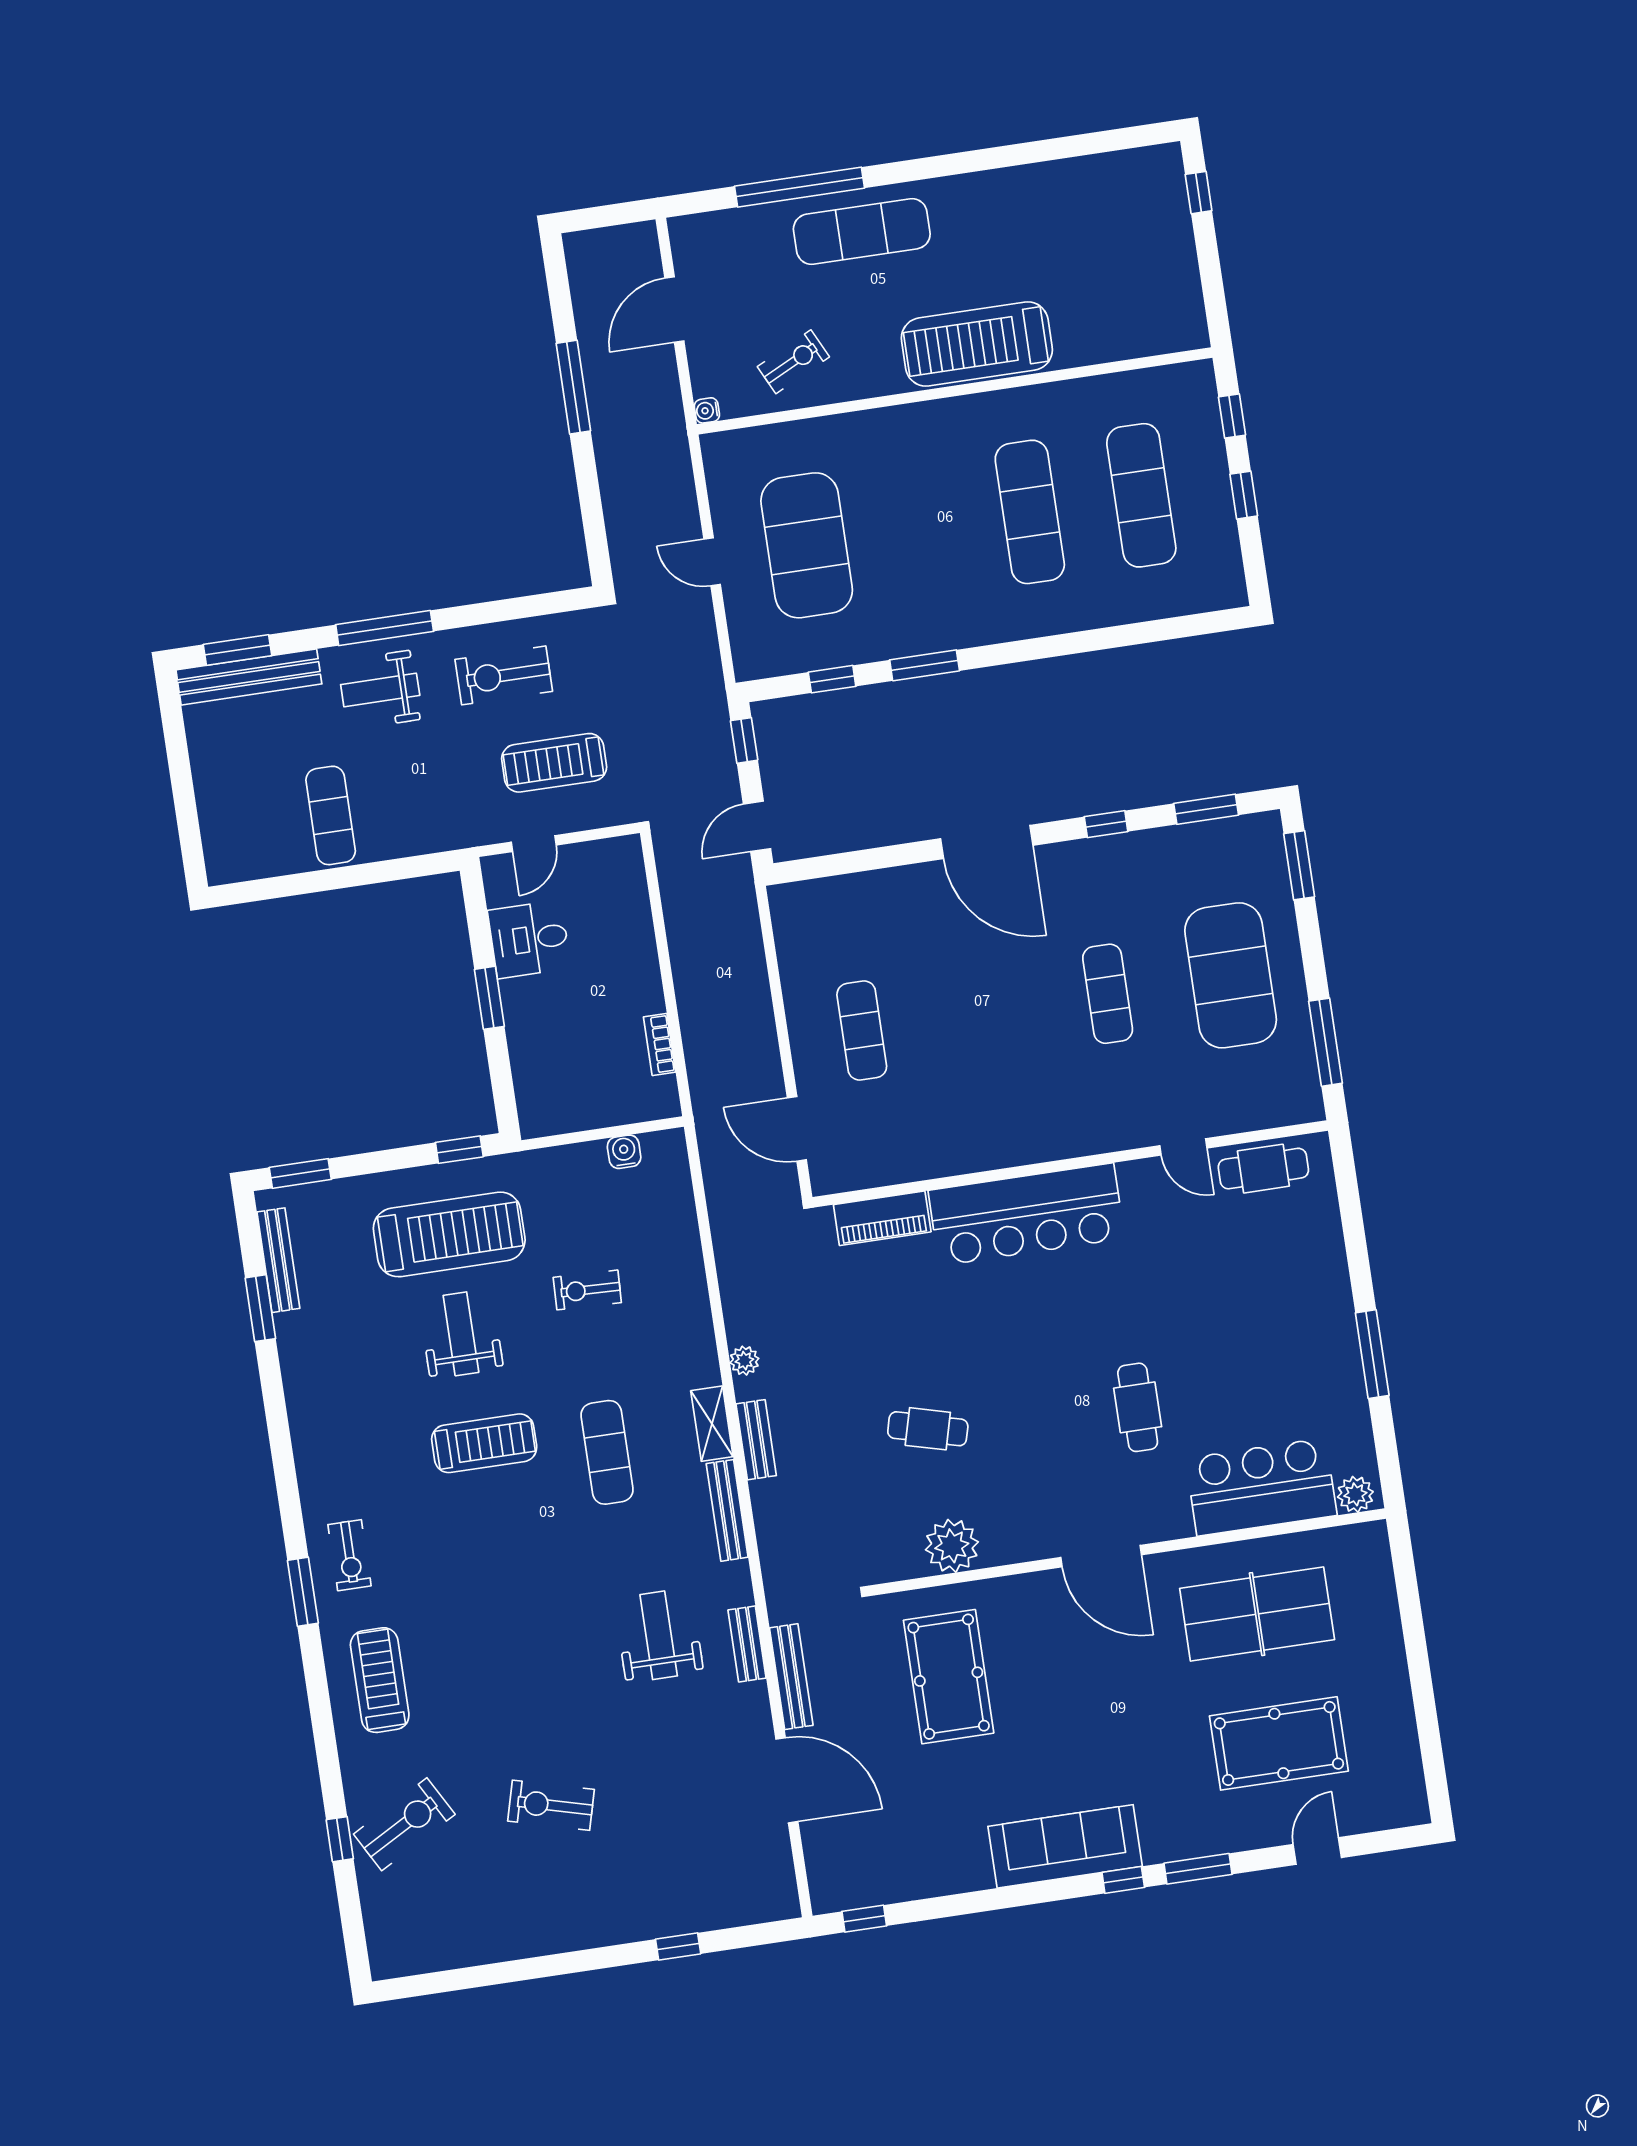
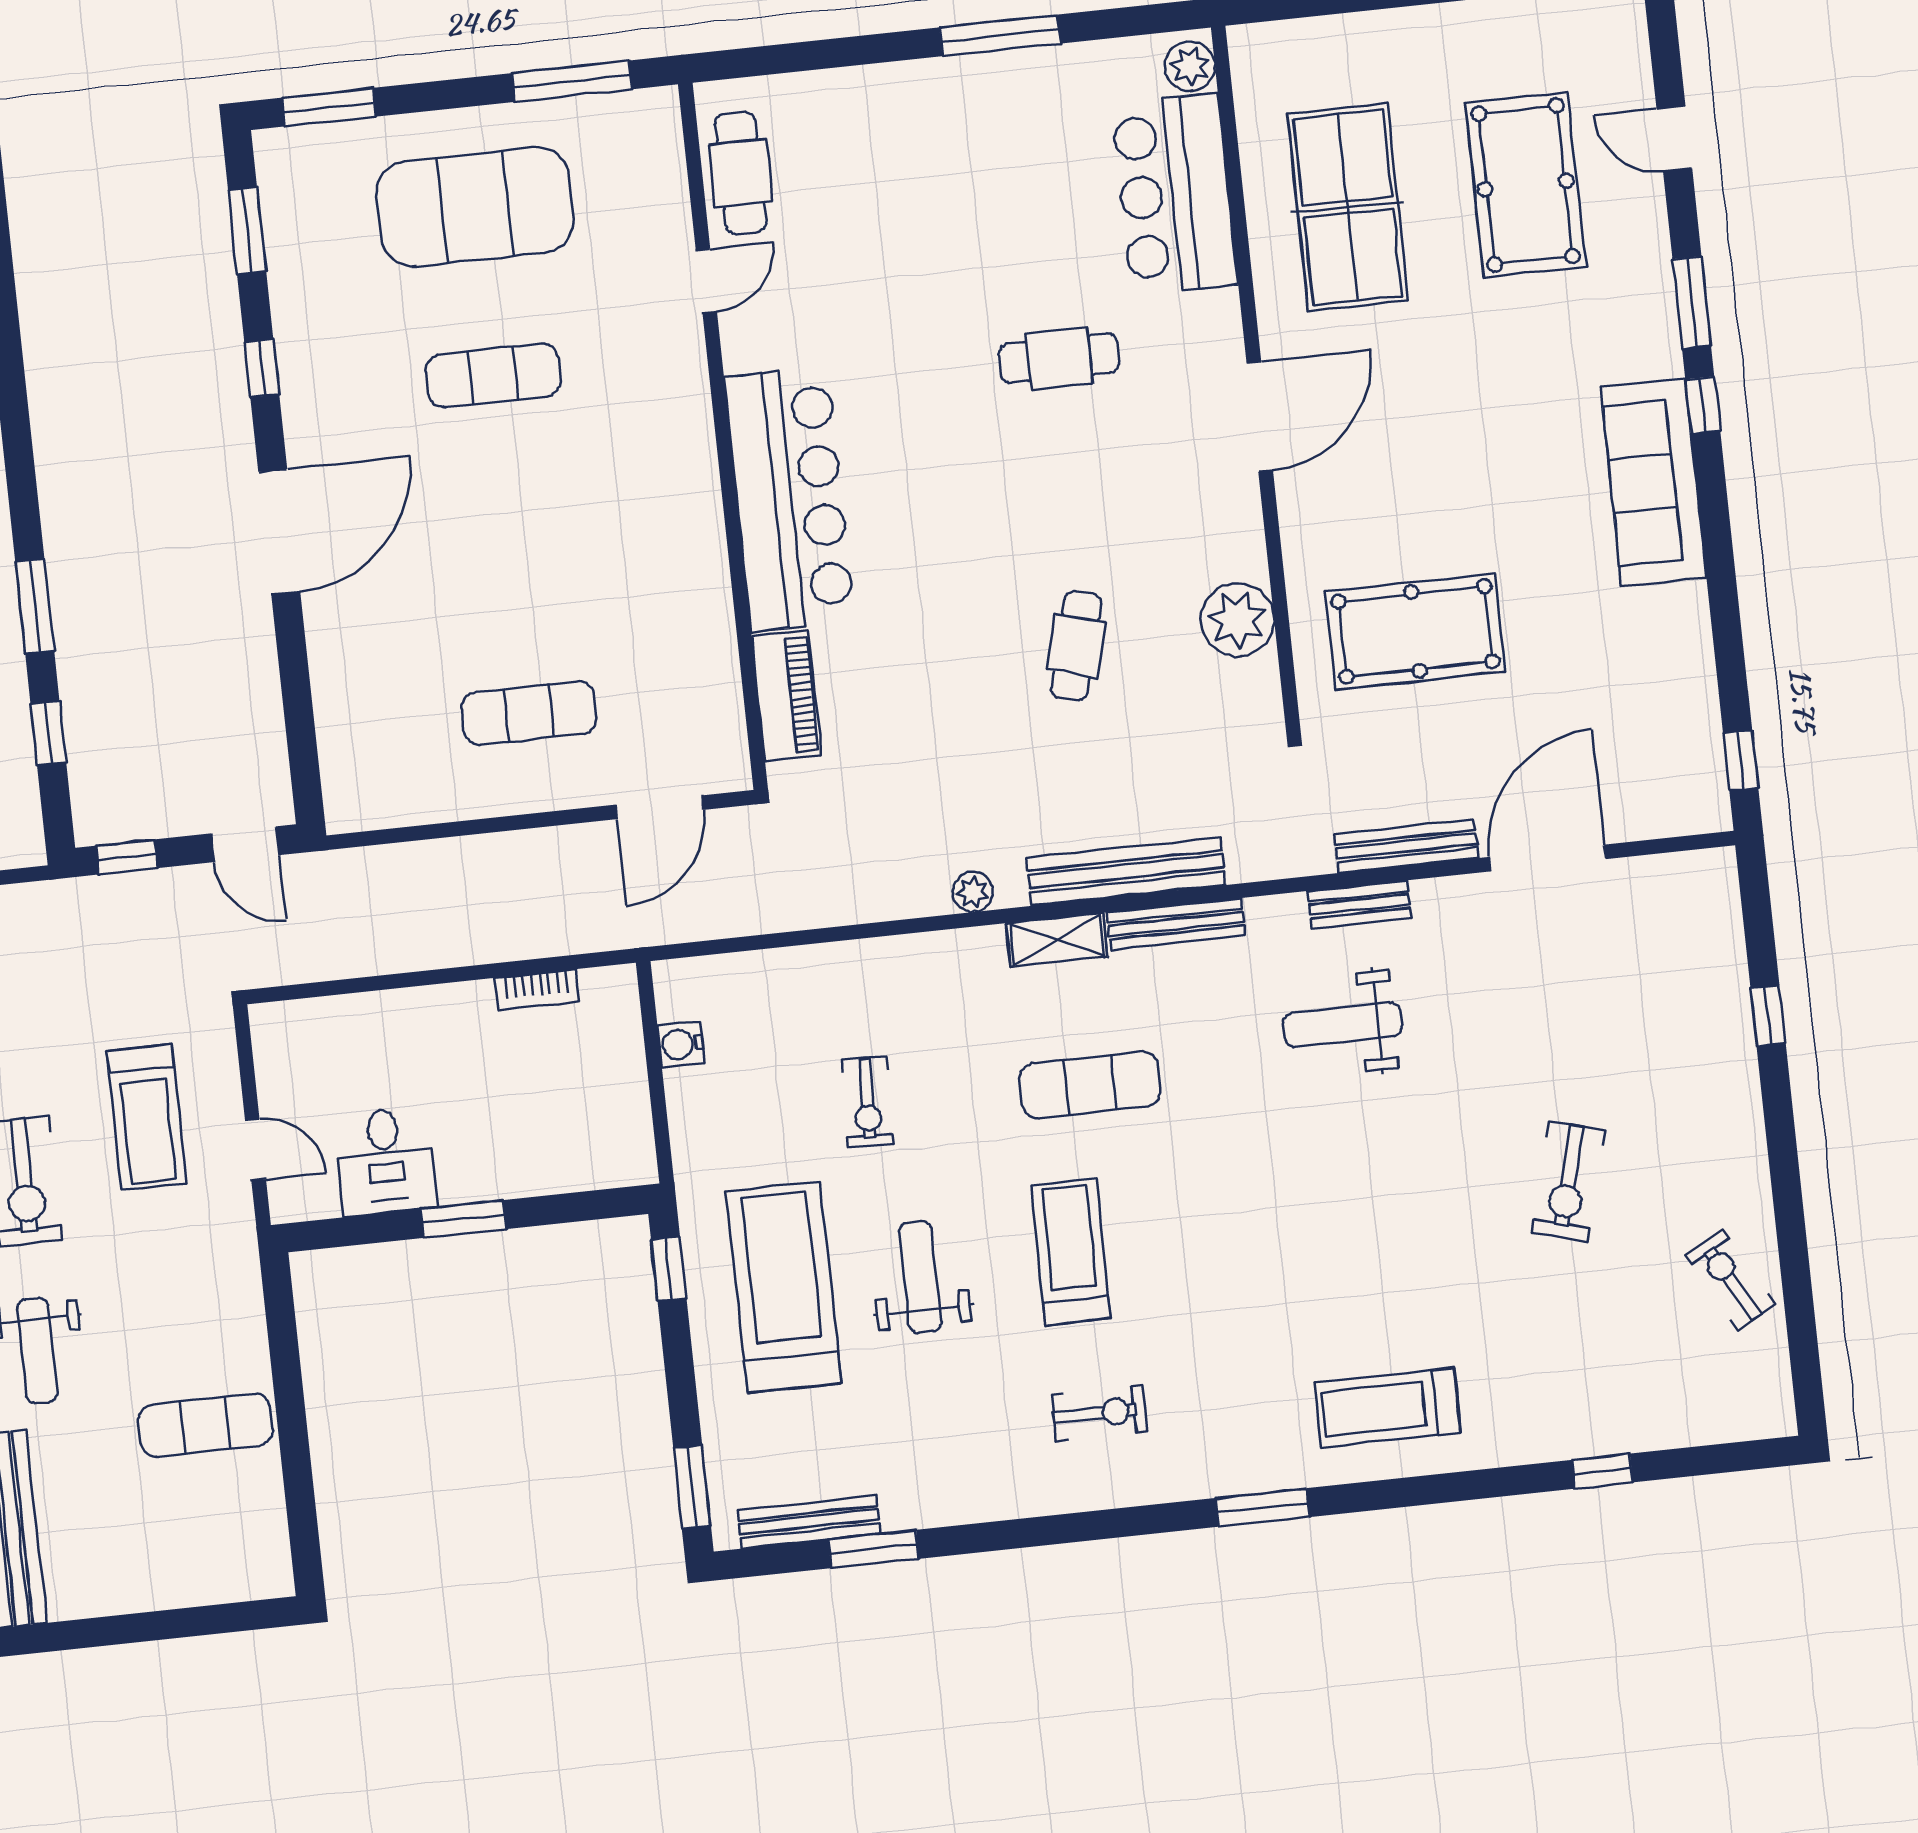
weight bench: (461, 1334) -> (920, 1277), turned 90
bench: (756, 1440) -> (1126, 871), width x1.86, depth x1.21
exercise bike: (350, 1555) -> (1099, 1413), moved
exercise bike: (404, 1824) -> (1730, 1280), moved, width x0.73, depth x0.72

